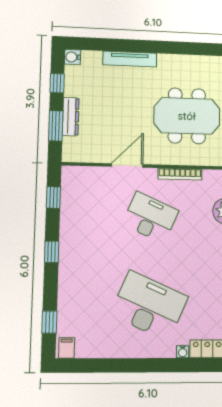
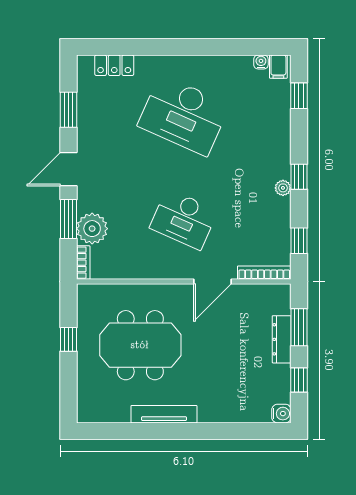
tv unit: (130, 59) -> (164, 414), moved
bookcase: (180, 174) -> (264, 273), moved
plant: (66, 242) -> (283, 188), added
water cooler: (183, 352) -> (261, 62), moved

